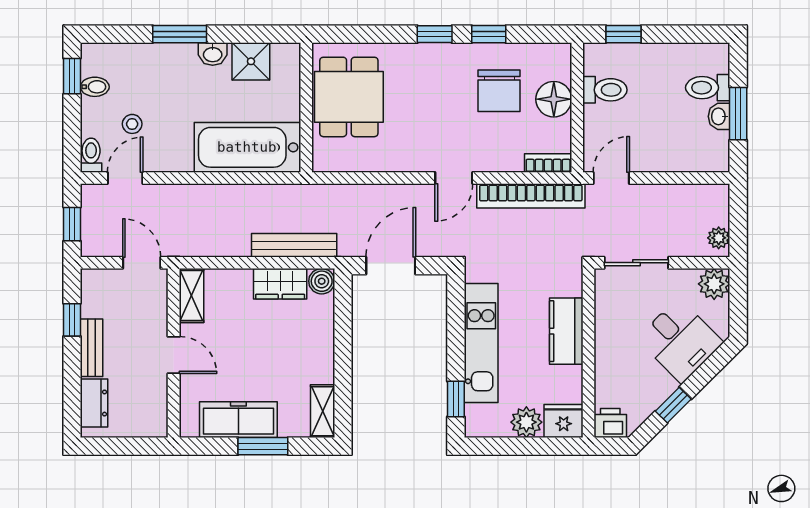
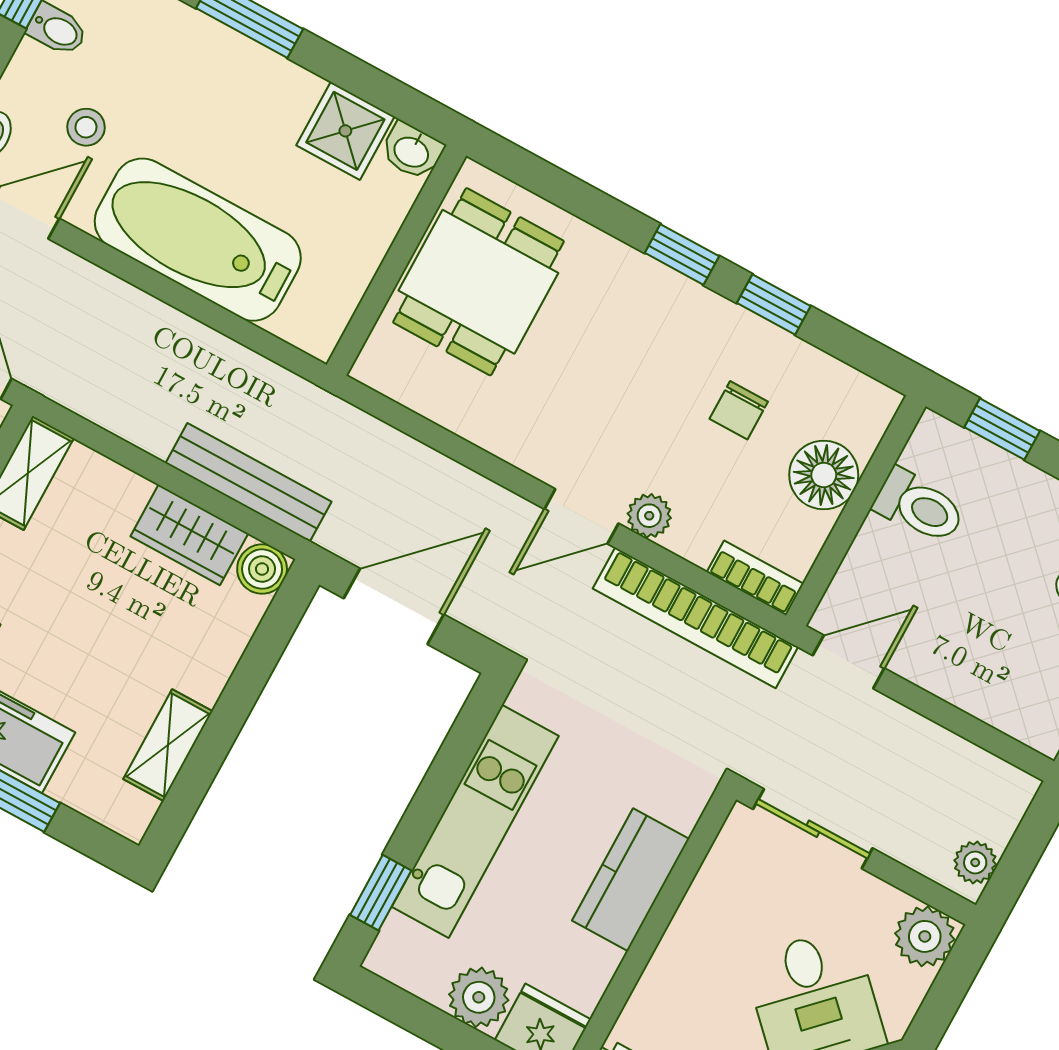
washbasin: (213, 54) -> (412, 151), moved
chair: (499, 91) -> (739, 410), width x0.54, depth x0.54
bathtub: (247, 147) -> (198, 240), moved
plant: (485, 161) -> (649, 516), added
shelving: (323, 411) -> (168, 745), moved

